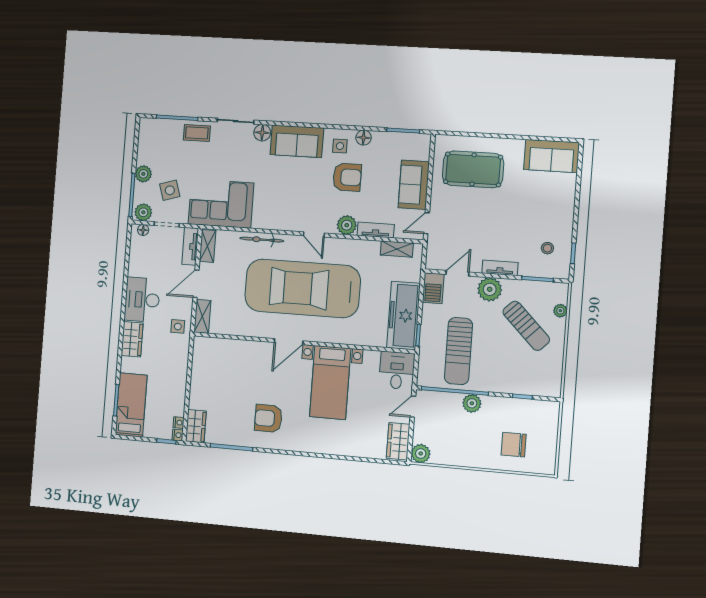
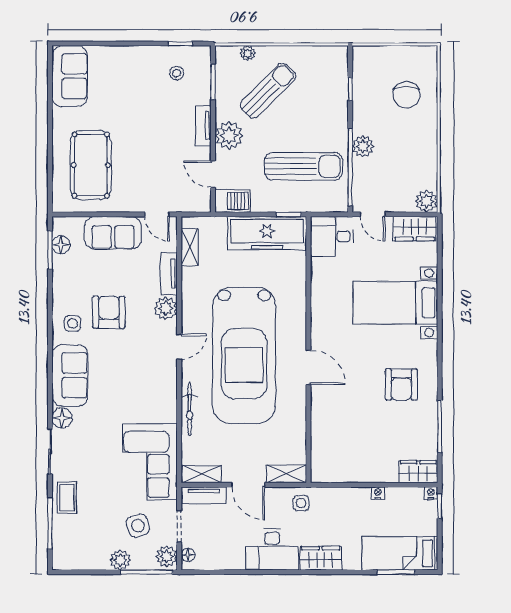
floor lamp: (364, 138) -> (61, 245), moved
bed with nightstands: (330, 383) -> (395, 303), moved, turned 180
nightstand: (179, 423) -> (378, 493), moved

